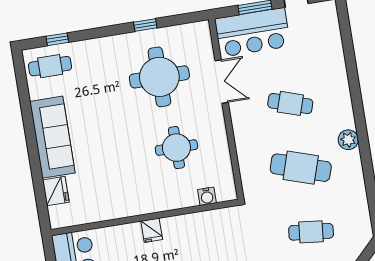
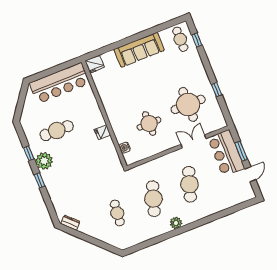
double door: (222, 82) -> (193, 141), swing flipped
cafe table: (290, 103) -> (190, 184), width x1.37, depth x1.35
fridge: (56, 191) -> (95, 64), moved
fridge: (152, 230) -> (103, 132), moved

